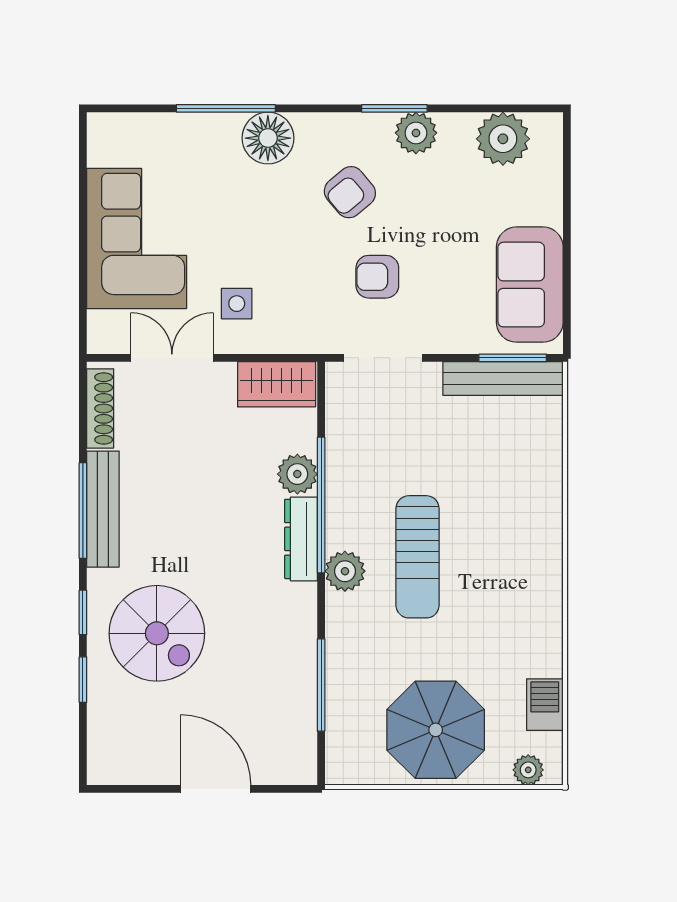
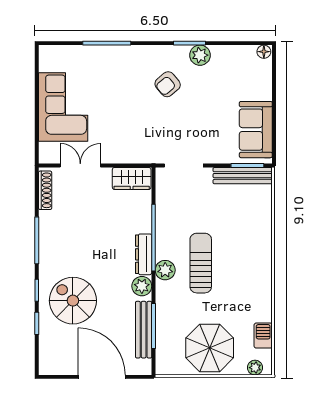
floor lamp: (268, 138) -> (264, 52), moved, width x0.53, depth x0.53
plant: (503, 139) -> (243, 58), removed
armchair: (377, 277) -> (181, 126), removed
side table: (237, 304) -> (112, 139), removed
plant: (297, 474) -> (142, 286), moved
bench: (103, 509) -> (144, 330), moved
sun lounger: (418, 557) -> (201, 263), turned 180
spiral stairs: (157, 633) -> (73, 301), turned 180
door: (216, 789) -> (102, 377), width x1.36

